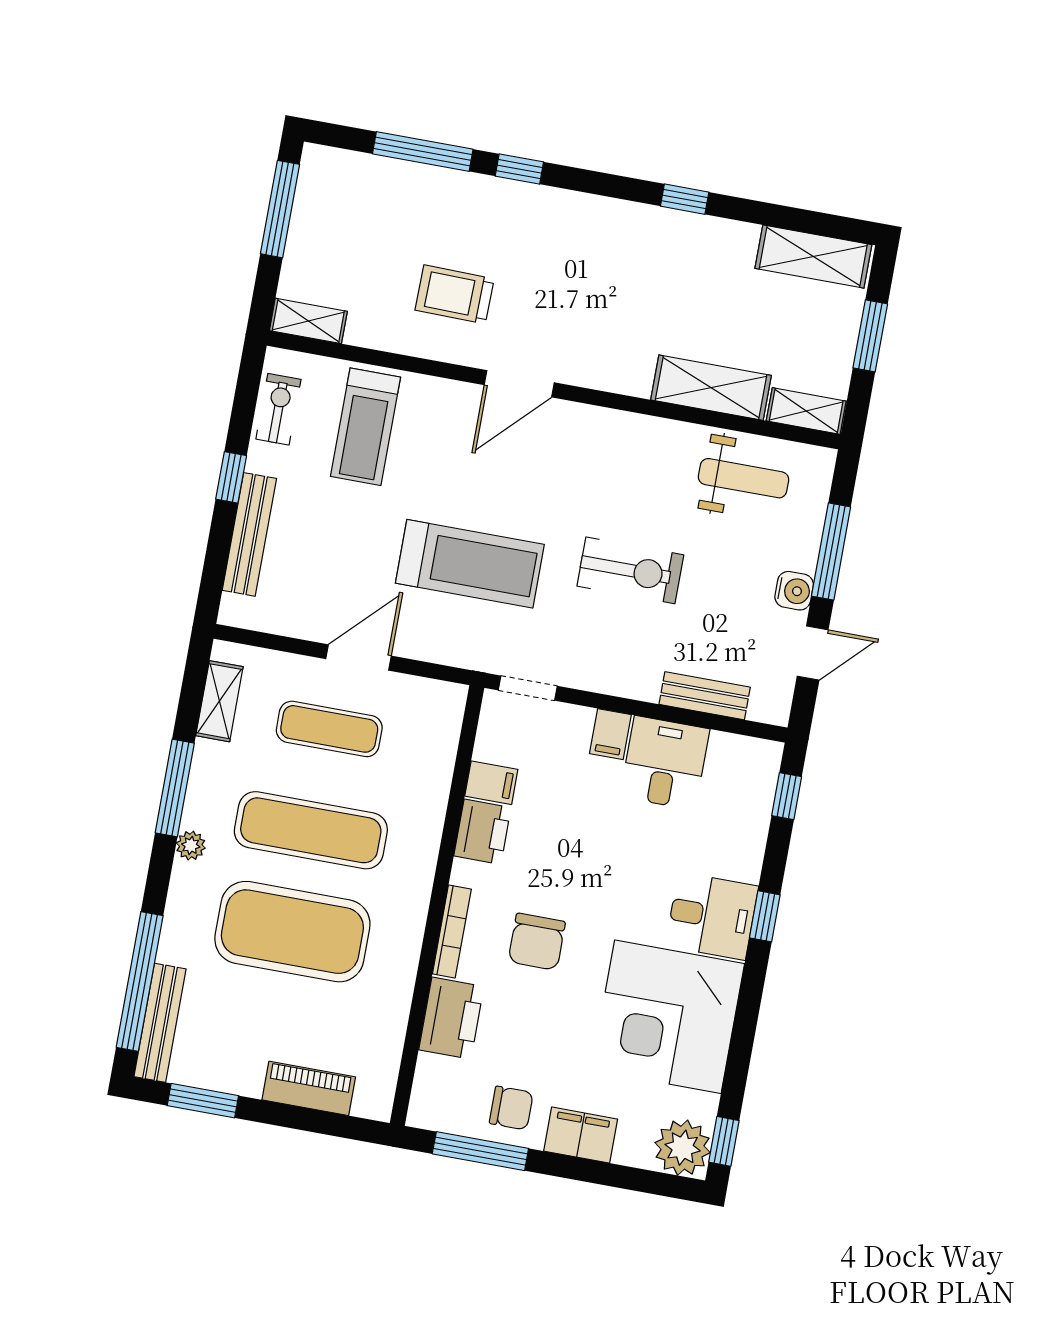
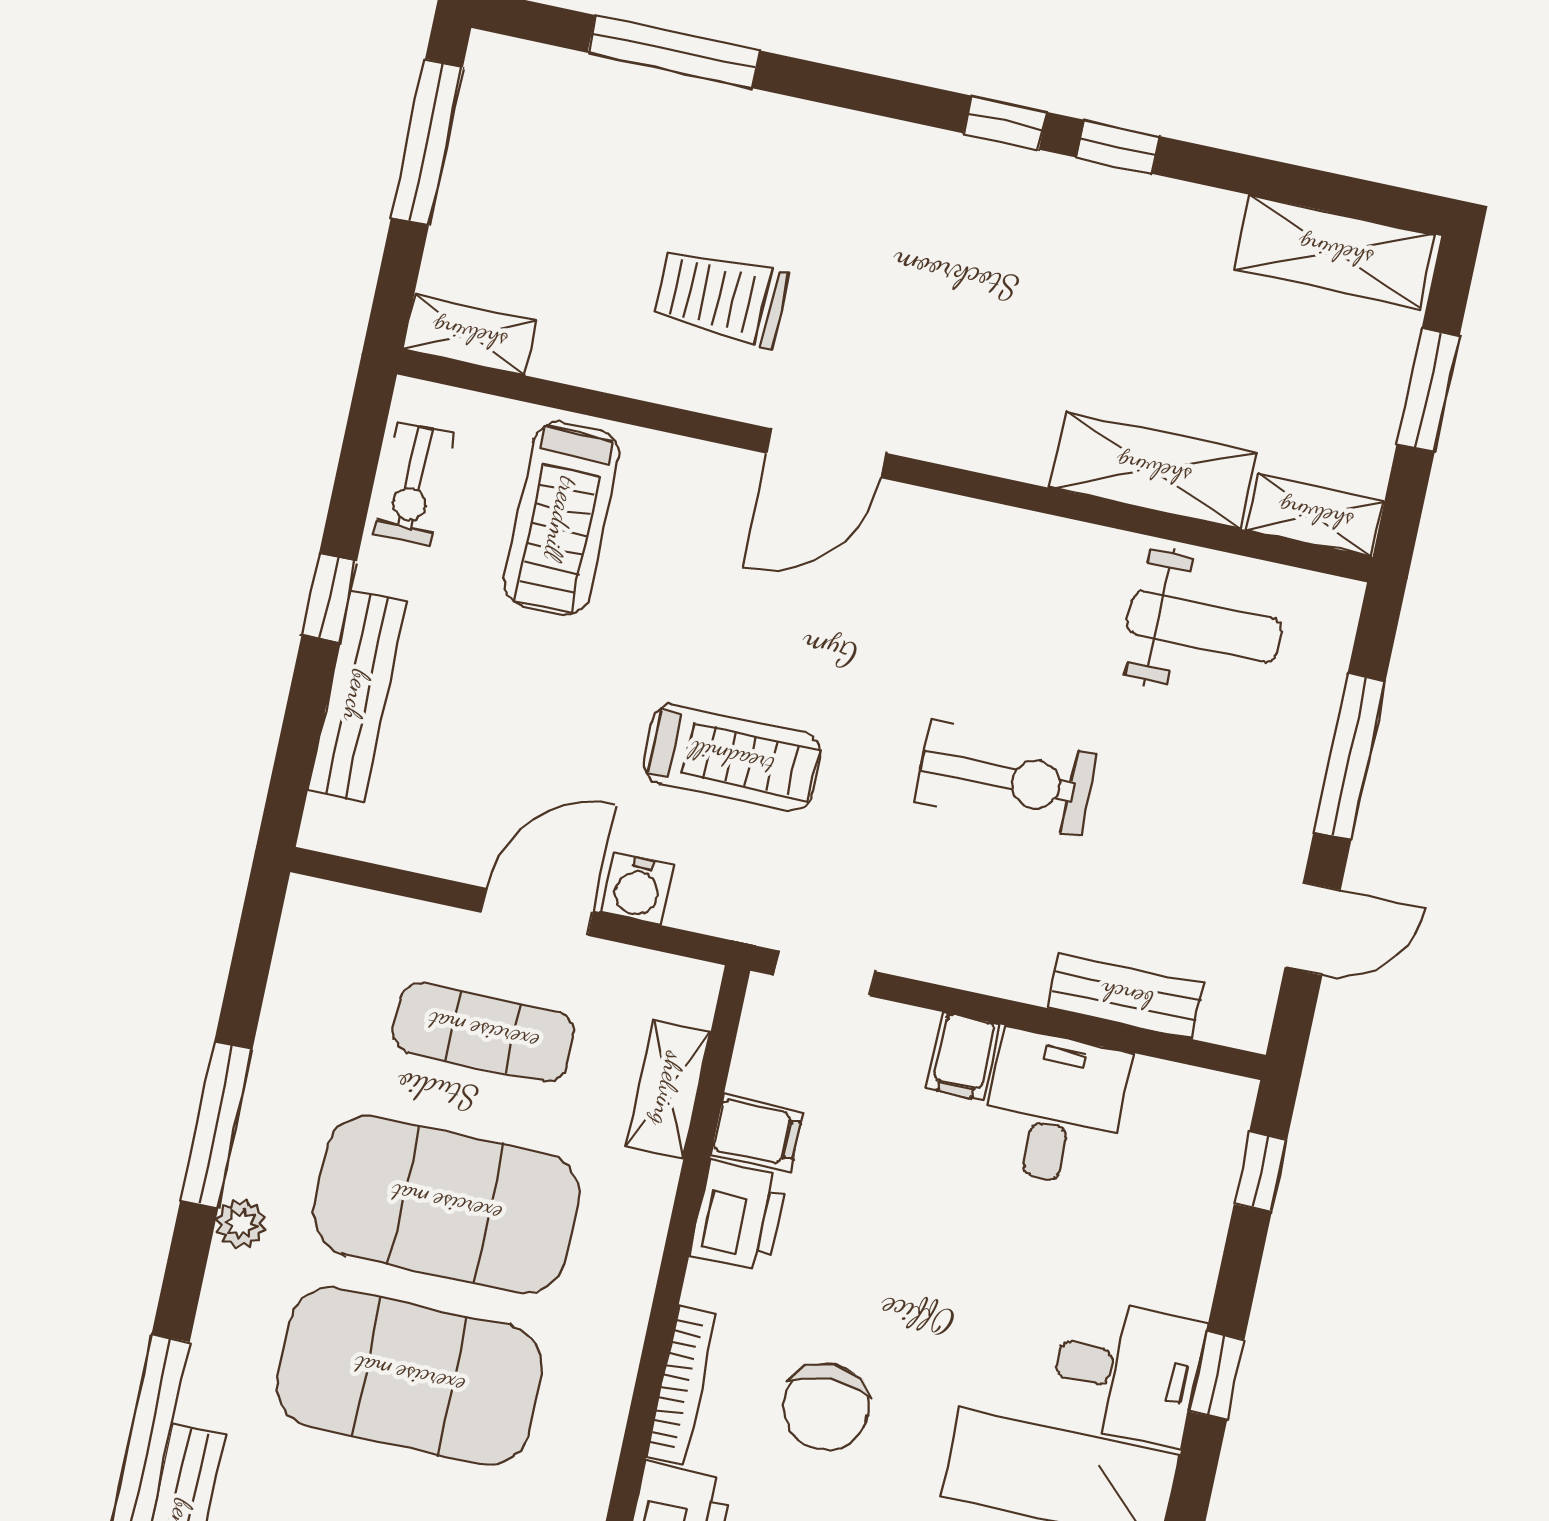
window: (519, 169) -> (1005, 123), moved
exercise bike: (278, 409) -> (414, 484), turned 180
treadmill: (470, 564) -> (732, 758), width x0.73, depth x0.73
water cooler: (794, 591) -> (638, 889), moved, turned 90
shelving: (219, 701) -> (668, 1089), moved
exercise mat: (311, 830) -> (446, 1204), width x1.47

